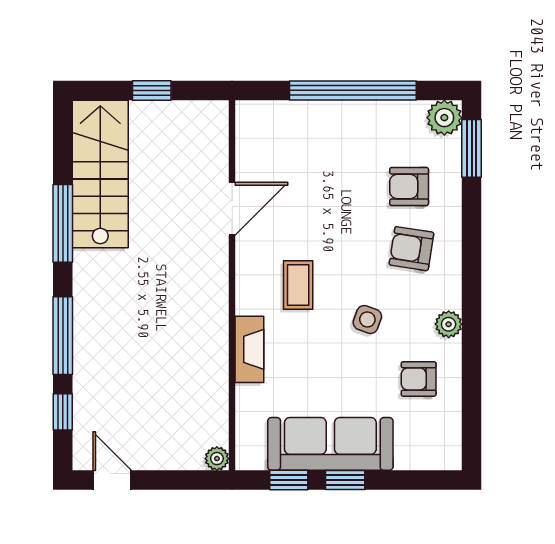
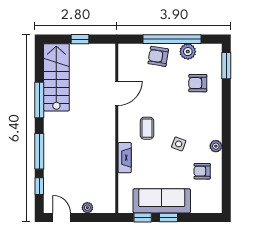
plant: (444, 118) -> (188, 52), moved
armchair: (411, 249) -> (158, 56), moved
plant: (217, 459) -> (87, 208), moved

